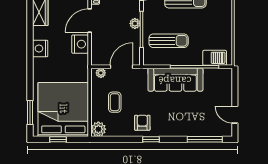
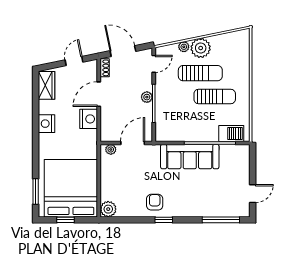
sun lounger: (169, 41) -> (215, 96), moved
coffee table: (115, 102) -> (126, 180), removed
door: (235, 115) -> (253, 194), swing flipped

